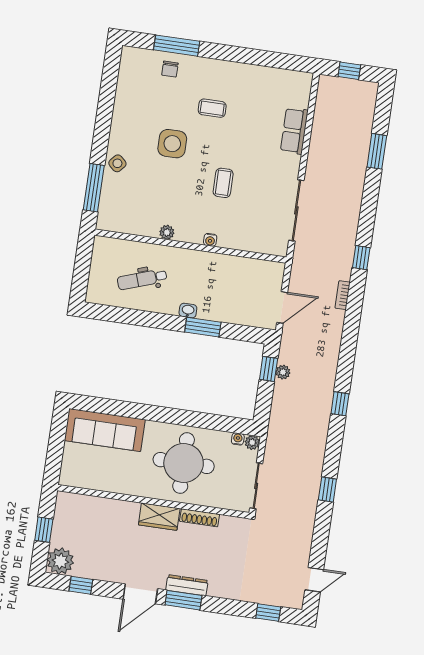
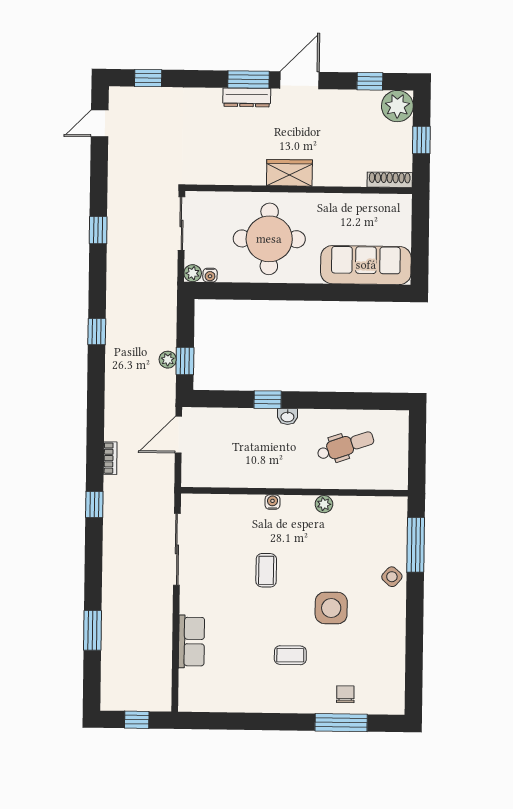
window: (203, 327) -> (268, 400), width x0.67
shoe rack: (199, 518) -> (390, 180), moved

